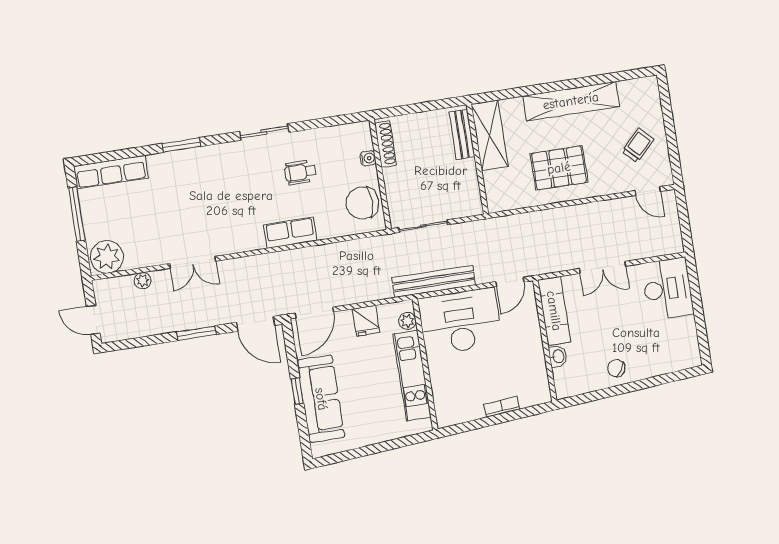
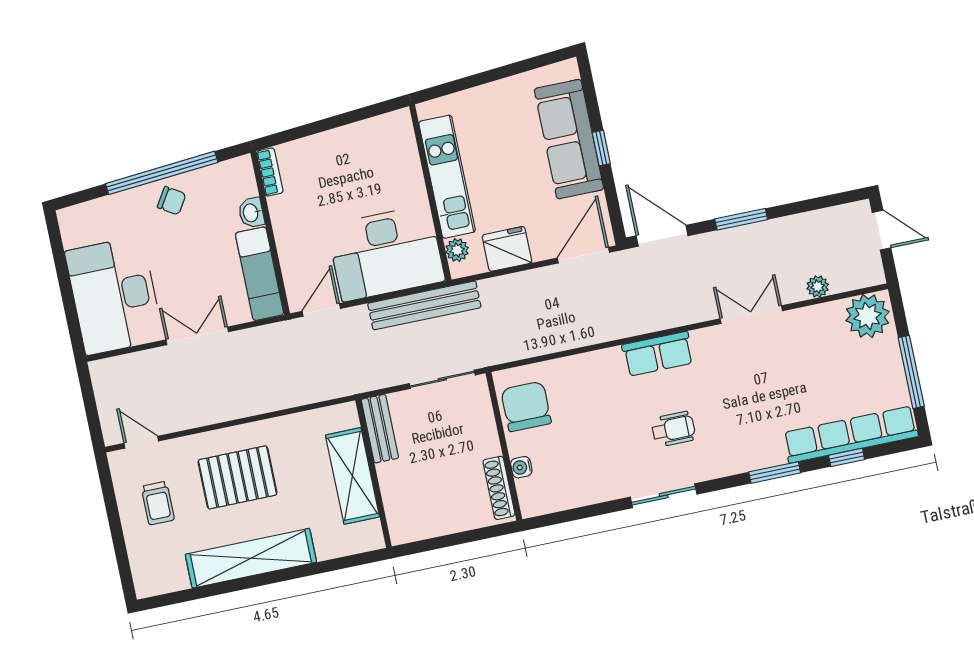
bench: (462, 134) -> (380, 429), moved
shelving: (490, 136) -> (352, 476), moved
trolley: (638, 145) -> (158, 503), turned -45
window: (128, 153) -> (847, 457), added
pallet: (559, 168) -> (237, 477), moved
row of seats: (111, 172) -> (851, 435), width x1.36
wheelchair: (300, 172) -> (673, 429), moved
chair: (362, 203) -> (526, 406), turned -90
row of seats: (290, 233) -> (658, 354), moved
desk: (667, 289) -> (114, 296), width x1.36, depth x1.30
fridge: (366, 321) -> (507, 249), width x1.38
window: (623, 389) -> (162, 173), added
bookcase: (502, 407) -> (270, 172), moved, turned -85

